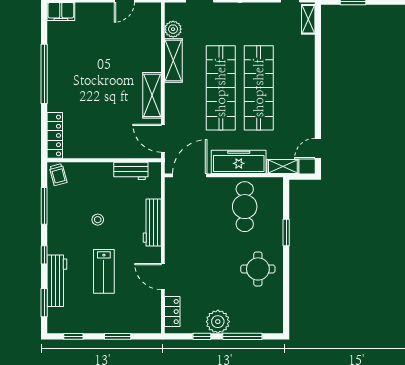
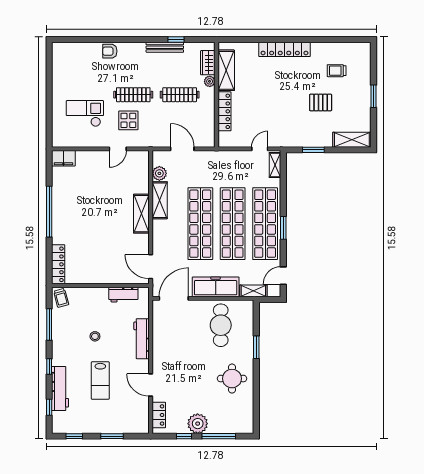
shop shelf: (297, 88) -> (265, 224), added
window: (318, 93) -> (283, 228), added
shelving: (152, 95) -> (141, 214), moved
window: (44, 303) -> (49, 407), width x0.67

